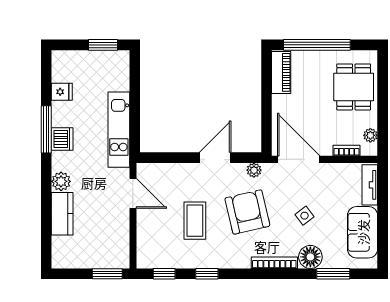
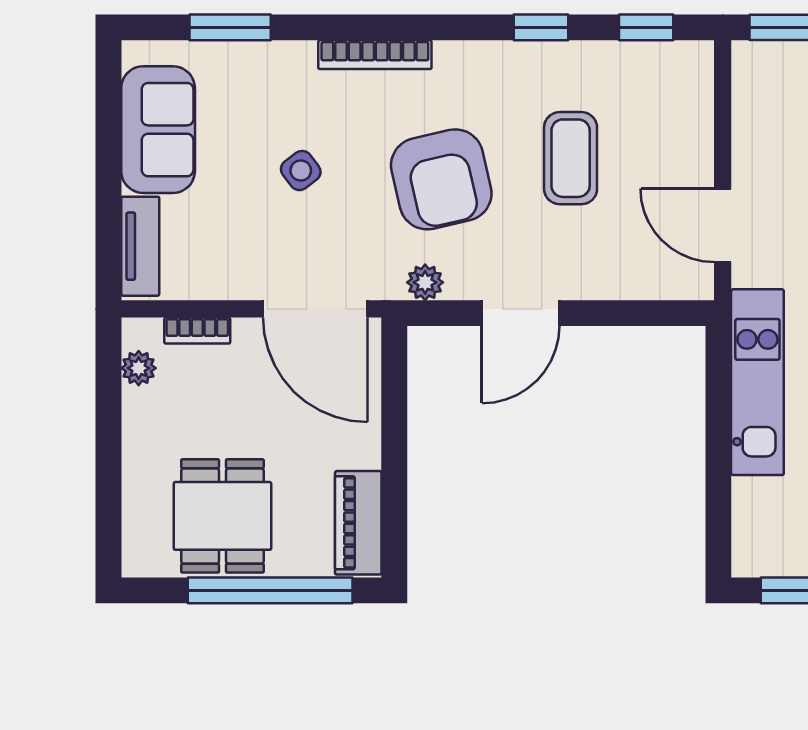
dining table: (354, 87) -> (222, 516), moved
floor lamp: (310, 257) -> (286, 69), removed

